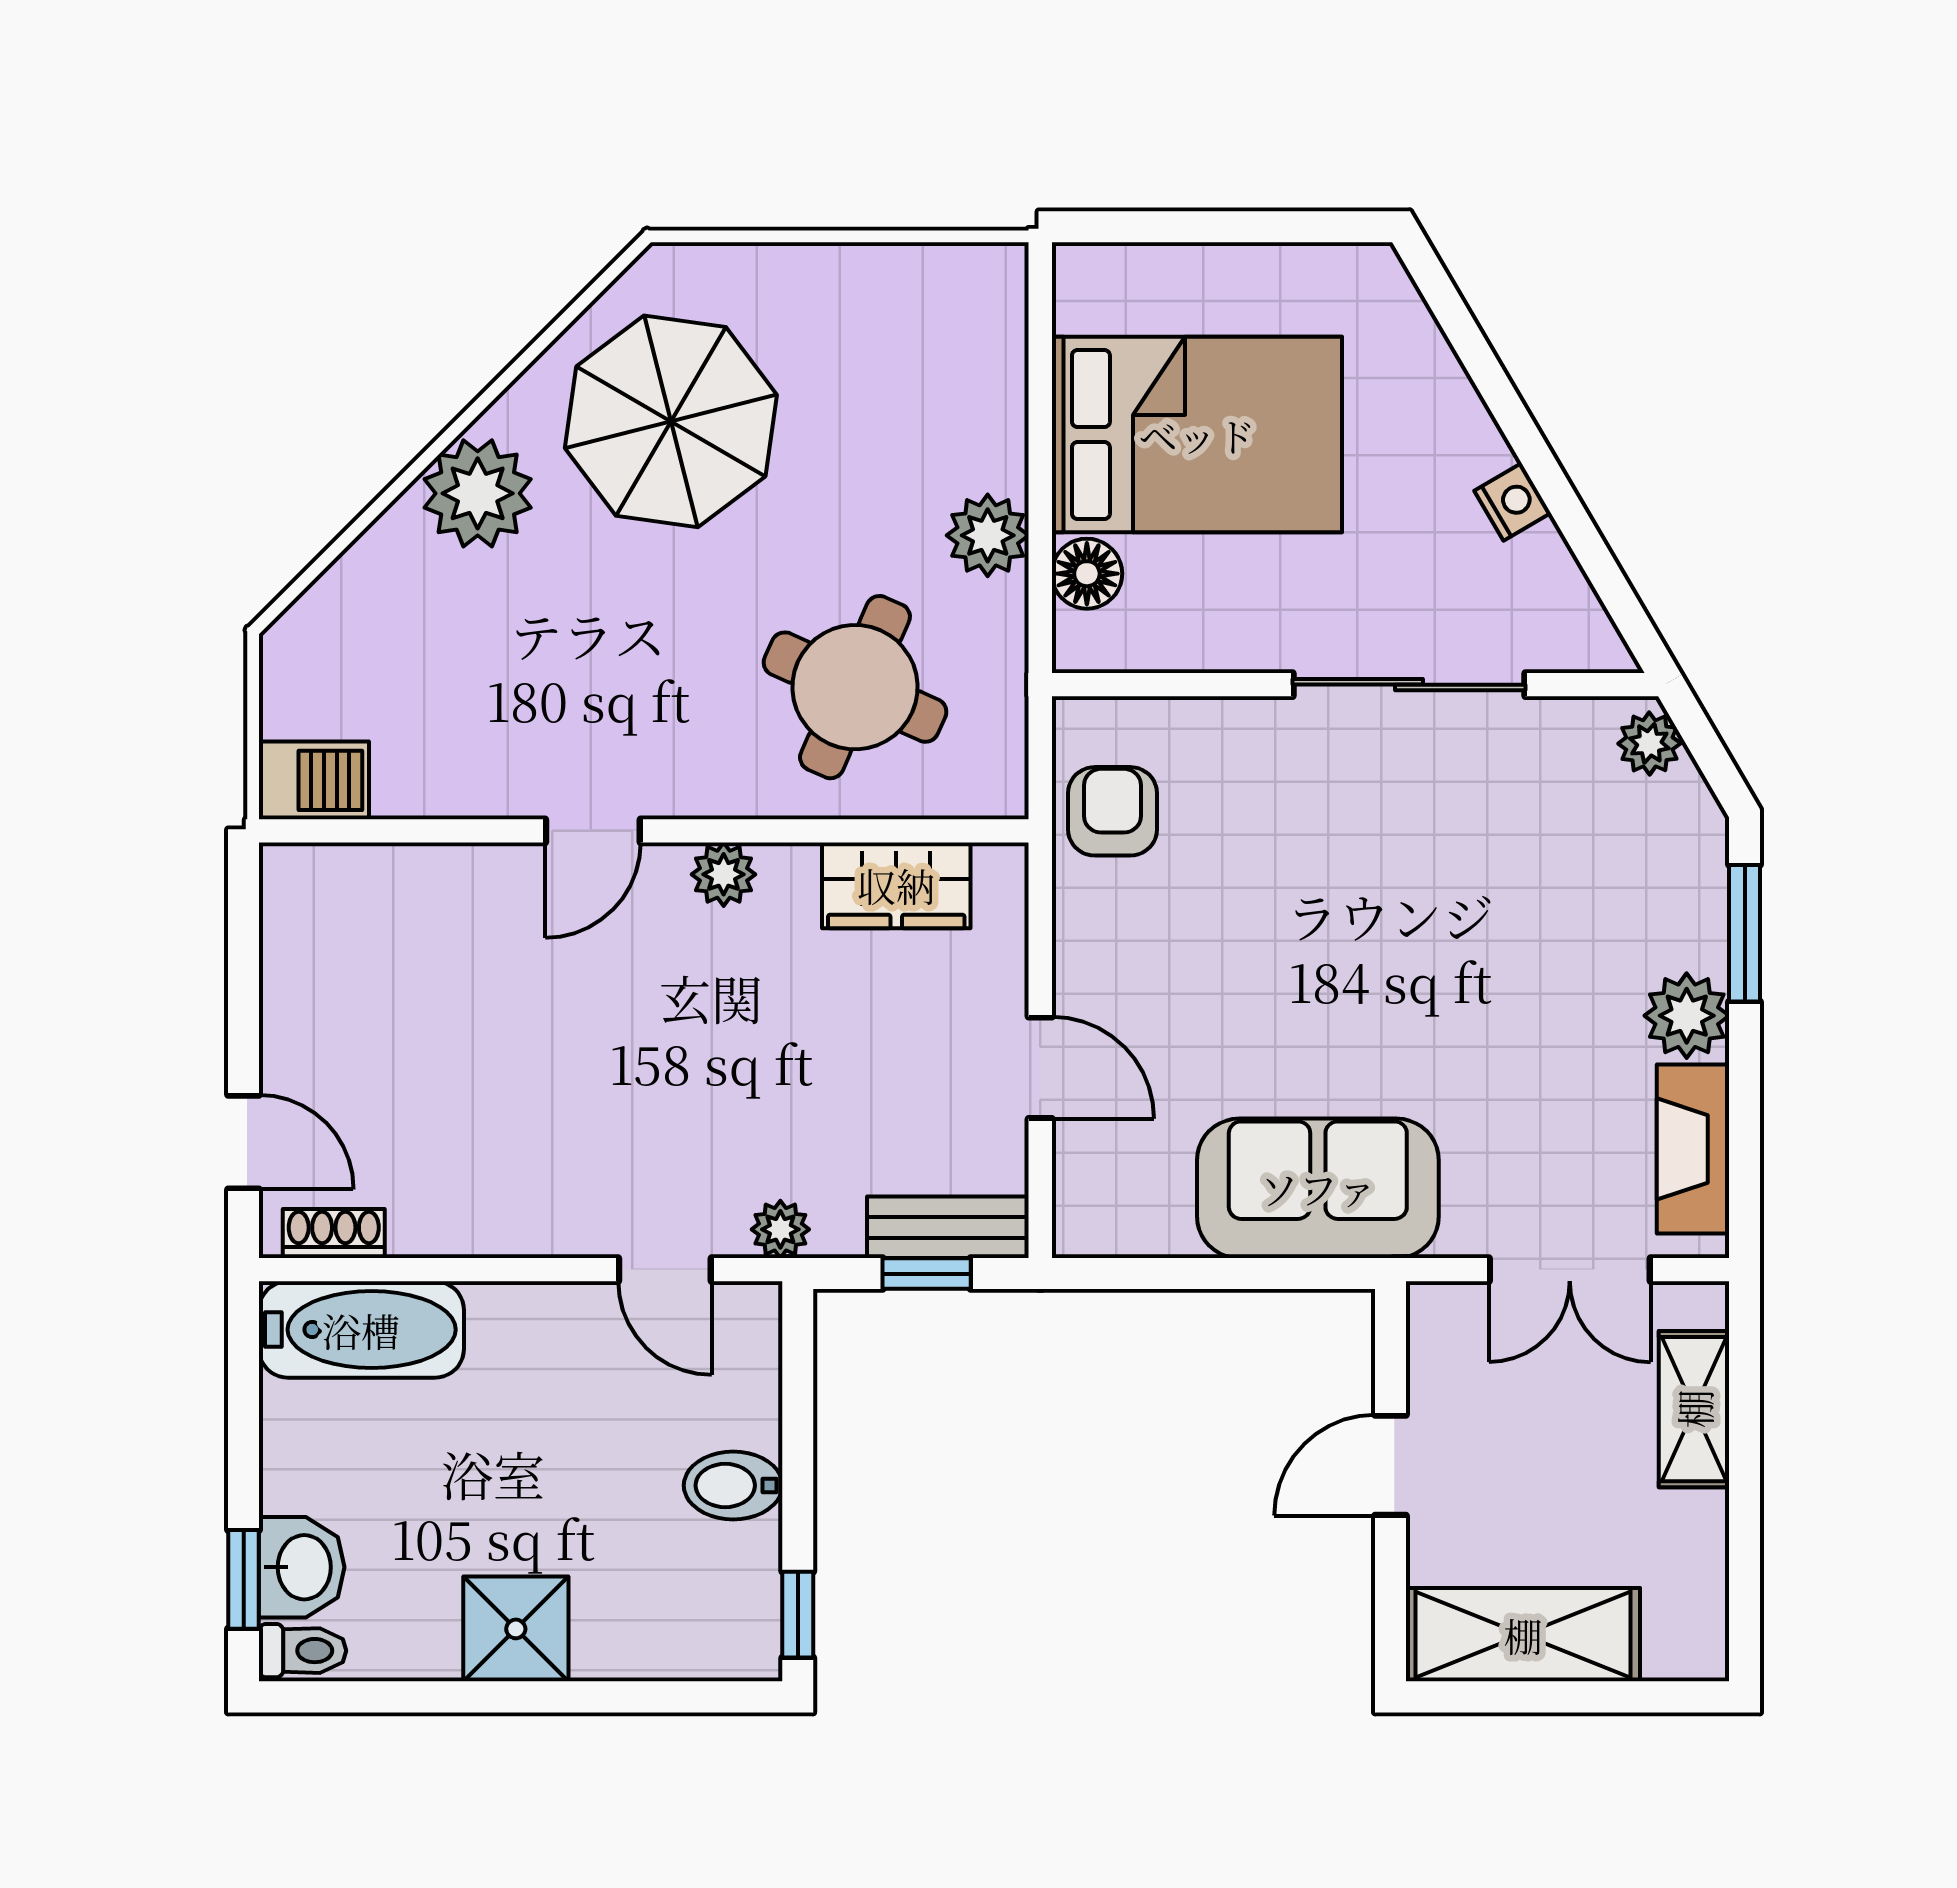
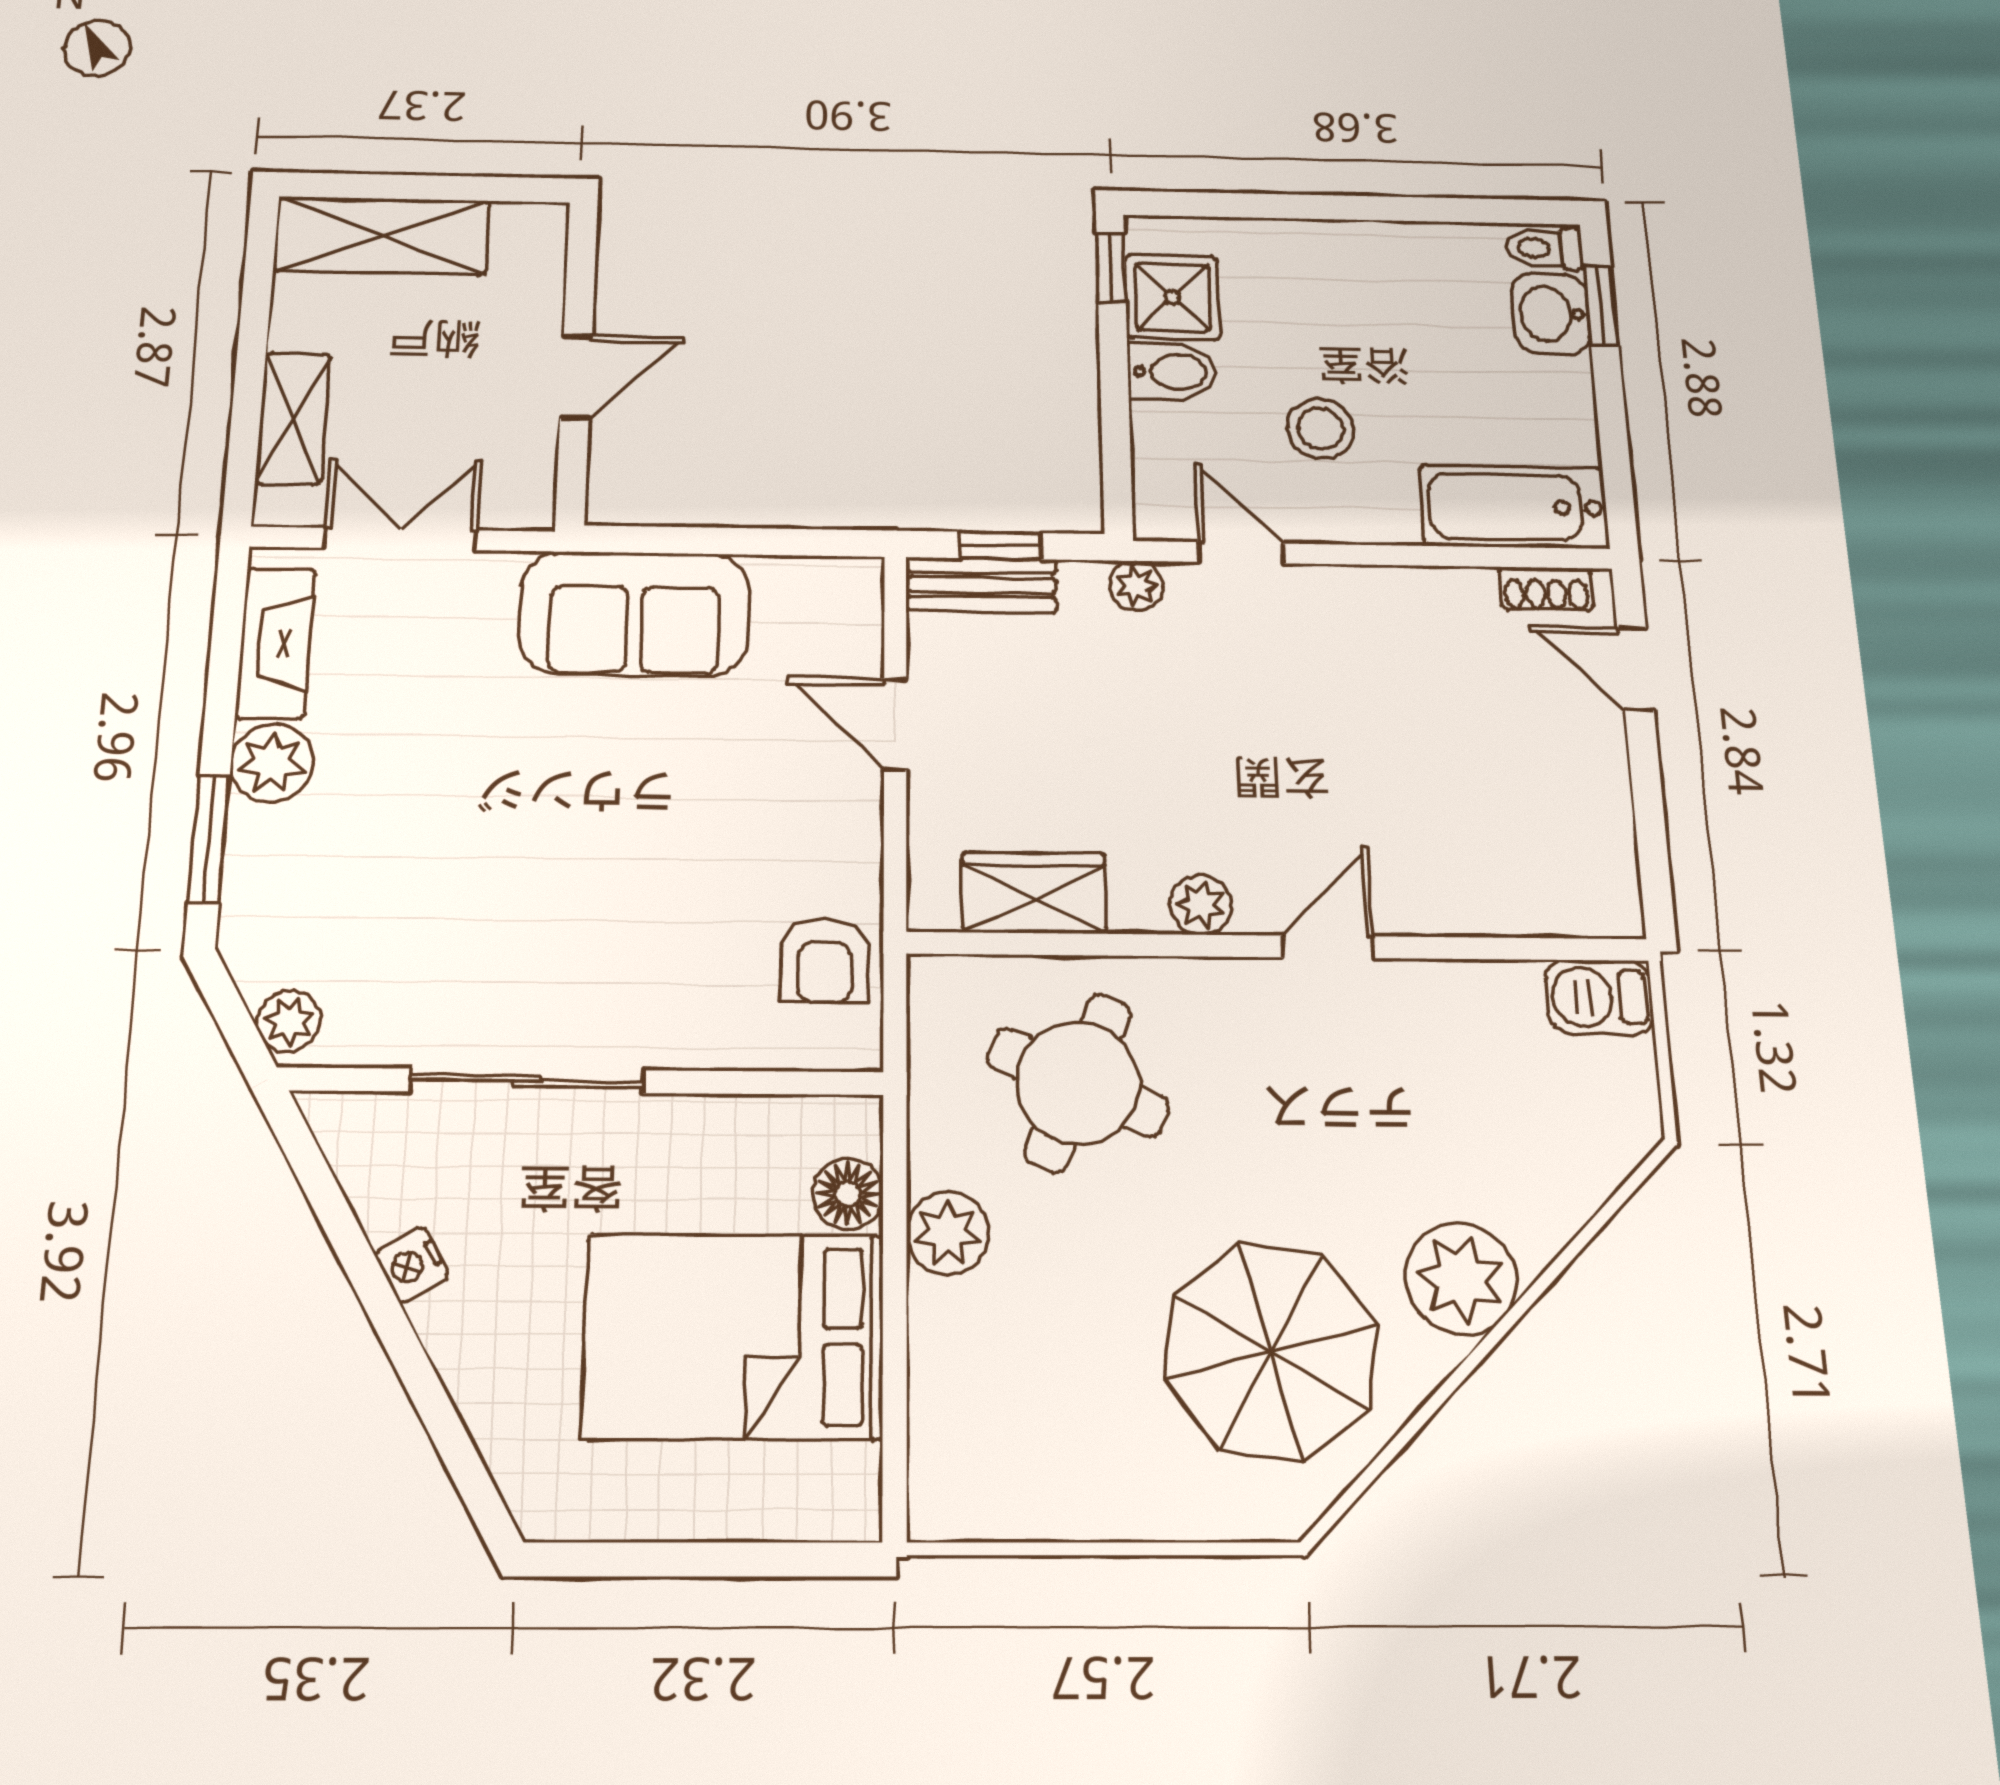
stool: (571, 1419) -> (1320, 429), added
shower: (516, 1629) -> (1172, 297), moved
shelving: (1523, 1635) -> (382, 236), moved

